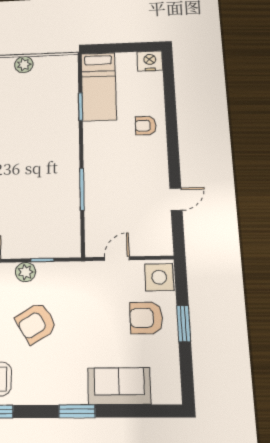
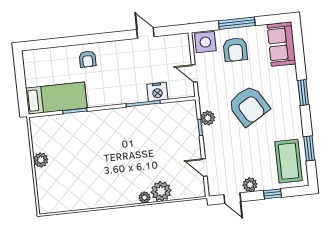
nightstand: (150, 61) -> (157, 92), moved, turned -90
plant: (26, 272) -> (208, 118), moved
armchair: (36, 323) -> (249, 106), moved, width x1.36, depth x1.36
window: (184, 324) -> (237, 23), width x1.44
sofa: (119, 386) -> (281, 44), moved

